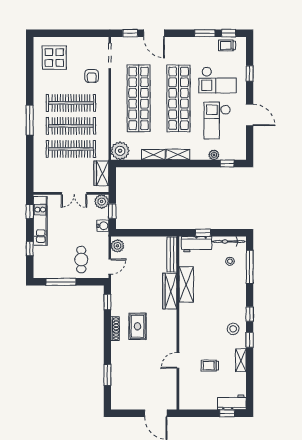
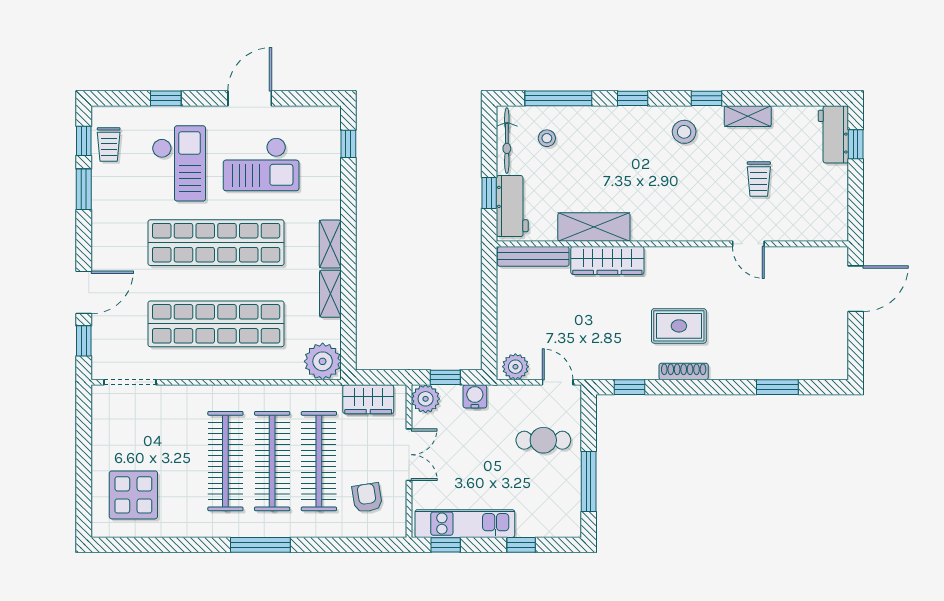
armchair: (92, 76) -> (367, 498), moved, turned -99
plant: (214, 155) -> (331, 171), removed
window: (250, 314) -> (633, 98), moved

